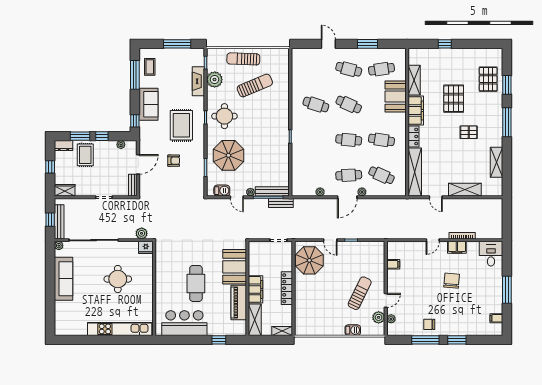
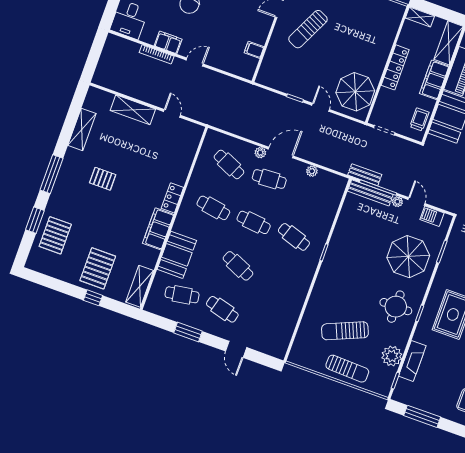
shelving: (414, 80) -> (140, 286), moved
pallet: (454, 99) -> (98, 268), moved
cafe table: (316, 105) -> (294, 237), moved
shelving: (415, 172) -> (187, 154), removed
trolley: (256, 257) -> (419, 120), added

